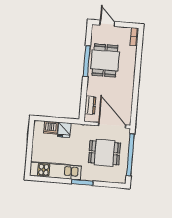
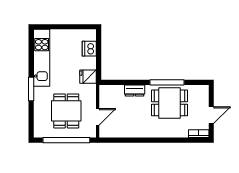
door: (107, 23) -> (211, 115), moved
dresser: (90, 105) -> (135, 91), moved
door: (112, 125) -> (98, 117), width x0.53
fridge: (64, 130) -> (88, 77), moved

